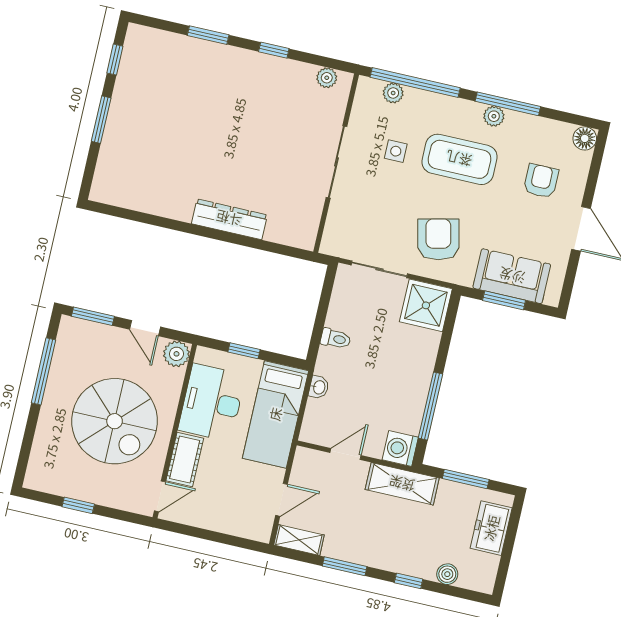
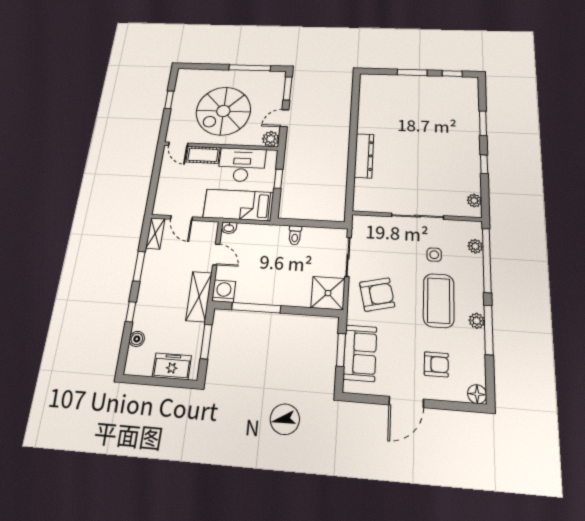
washbasin: (319, 387) -> (229, 228), moved

